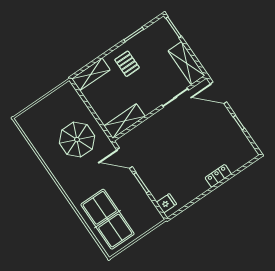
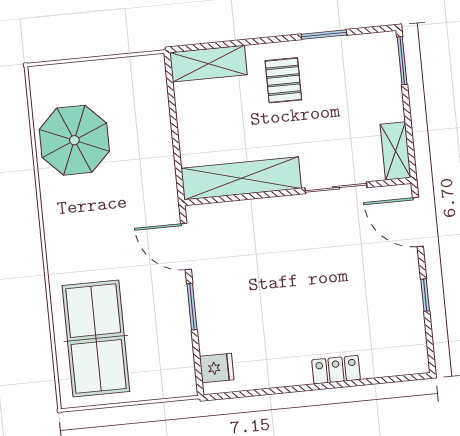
shelving: (186, 63) -> (396, 151), width x0.67, depth x0.75
shelving: (125, 121) -> (241, 178), width x1.47
parasol: (77, 140) -> (74, 140), moved

